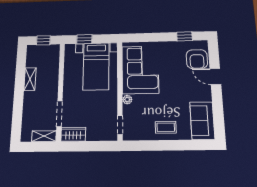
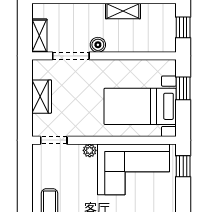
window: (137, 38) -> (183, 166), added
boiler: (52, 95) -> (98, 45), added
wardrobe: (73, 134) -> (42, 97), moved

